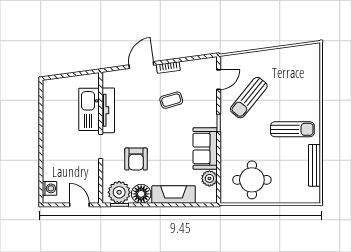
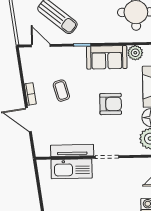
armchair: (136, 159) -> (111, 104), moved

